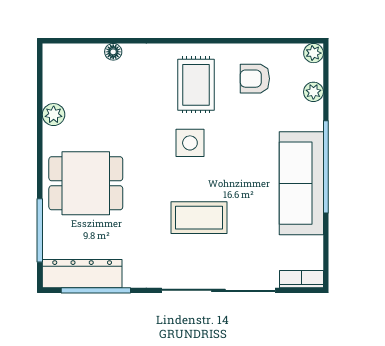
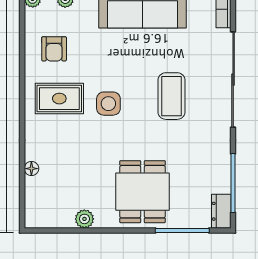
dresser: (82, 274) -> (221, 211), width x0.51, depth x0.80

